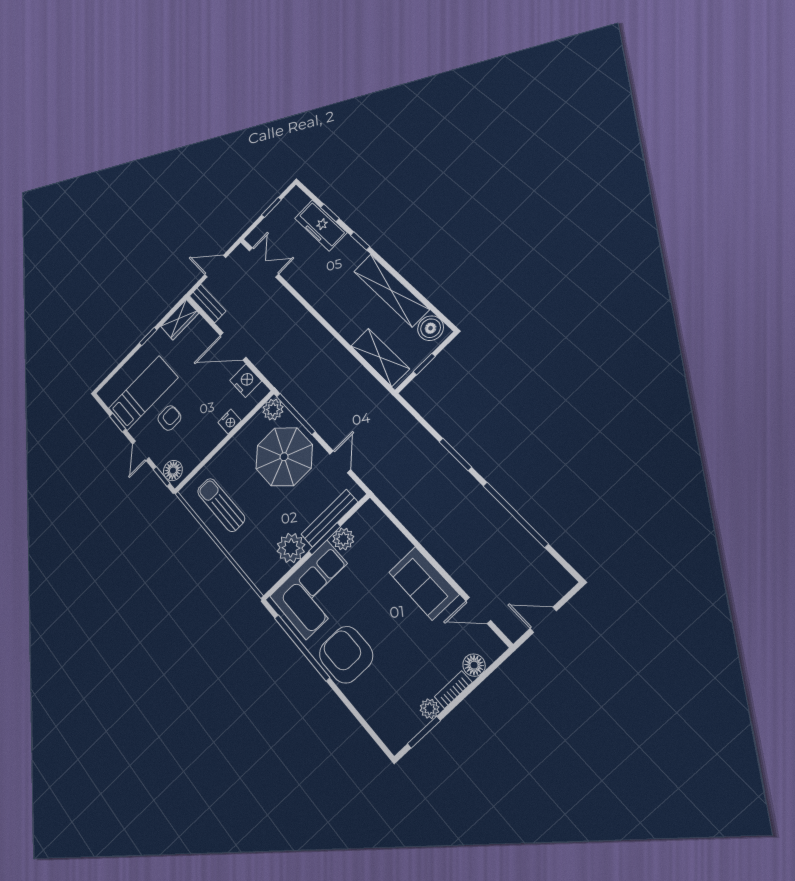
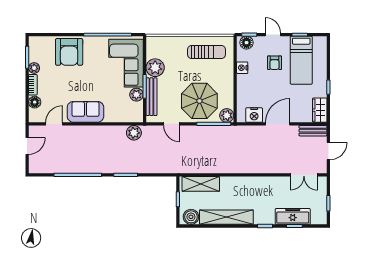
nightstand: (230, 422) -> (242, 68), moved
plant: (393, 496) -> (134, 133), added
armchair: (346, 655) -> (69, 52), moved, turned 90

